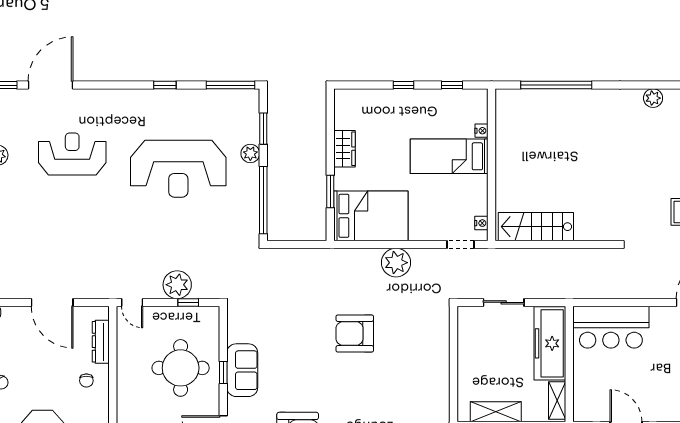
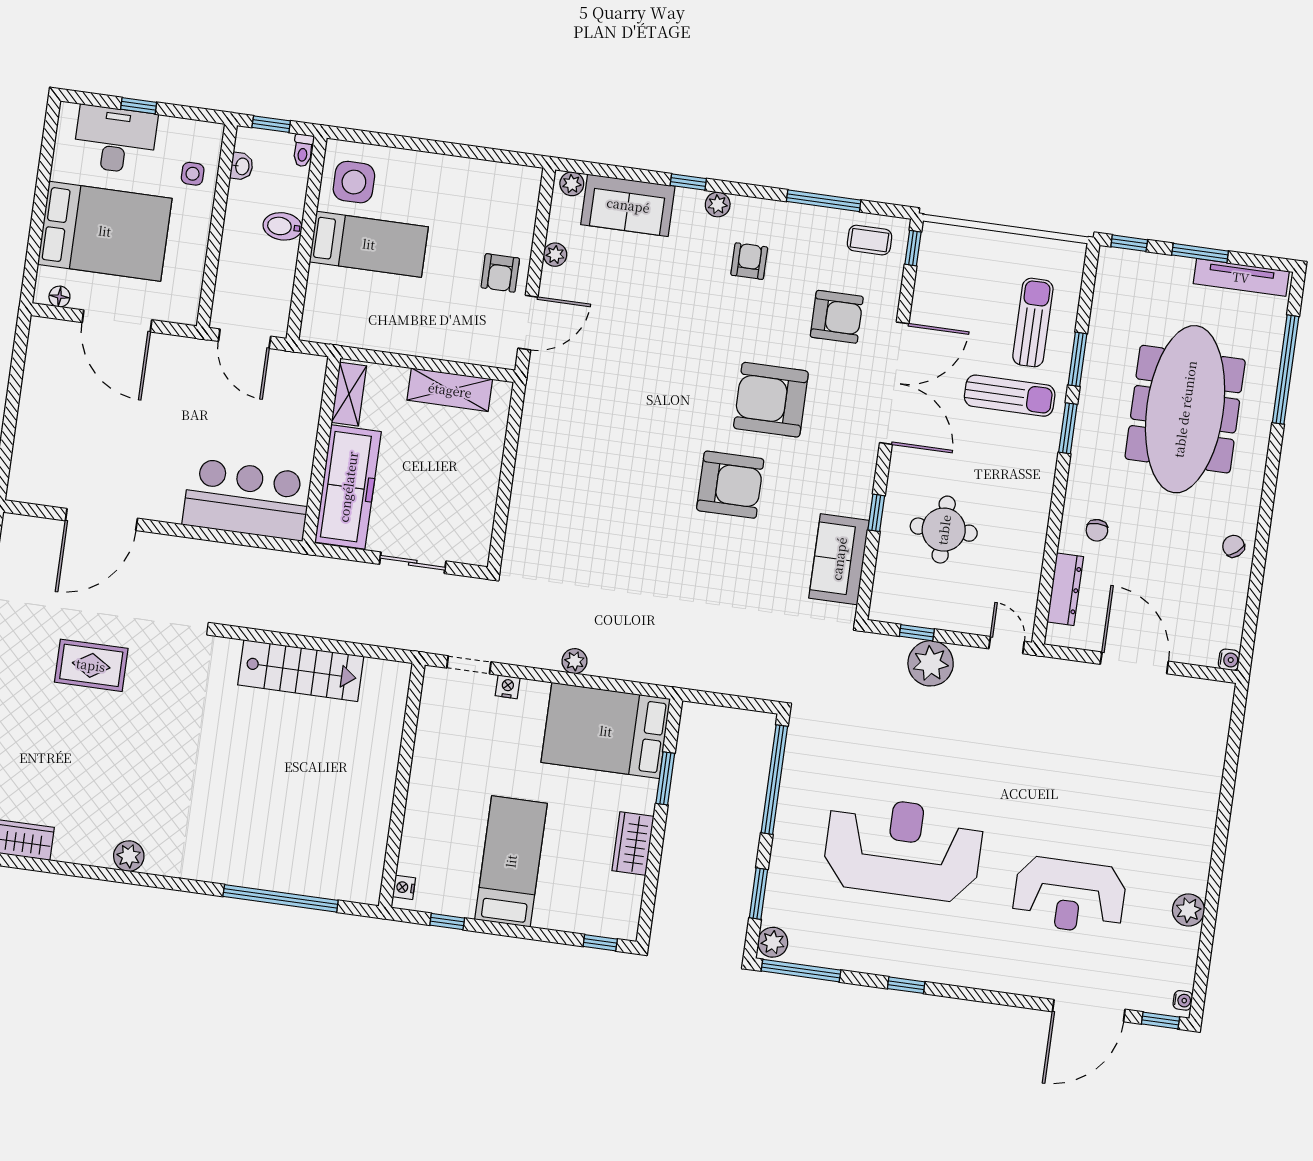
window: (403, 85) -> (600, 943), moved
nightstand: (481, 131) -> (404, 887), moved
plant: (250, 153) -> (773, 942), moved
bed: (449, 156) -> (511, 861), moved, turned -90
nightstand: (481, 223) -> (508, 687), moved, turned 90
stairs: (536, 227) -> (301, 671), moved
plant: (396, 263) -> (574, 661), width x0.53, depth x0.53
armchair: (355, 333) -> (730, 485), moved
round table: (181, 368) -> (944, 530), width x0.73, depth x0.73
sofa: (242, 370) -> (839, 559), moved
chair: (86, 381) -> (1097, 530), turned 180

